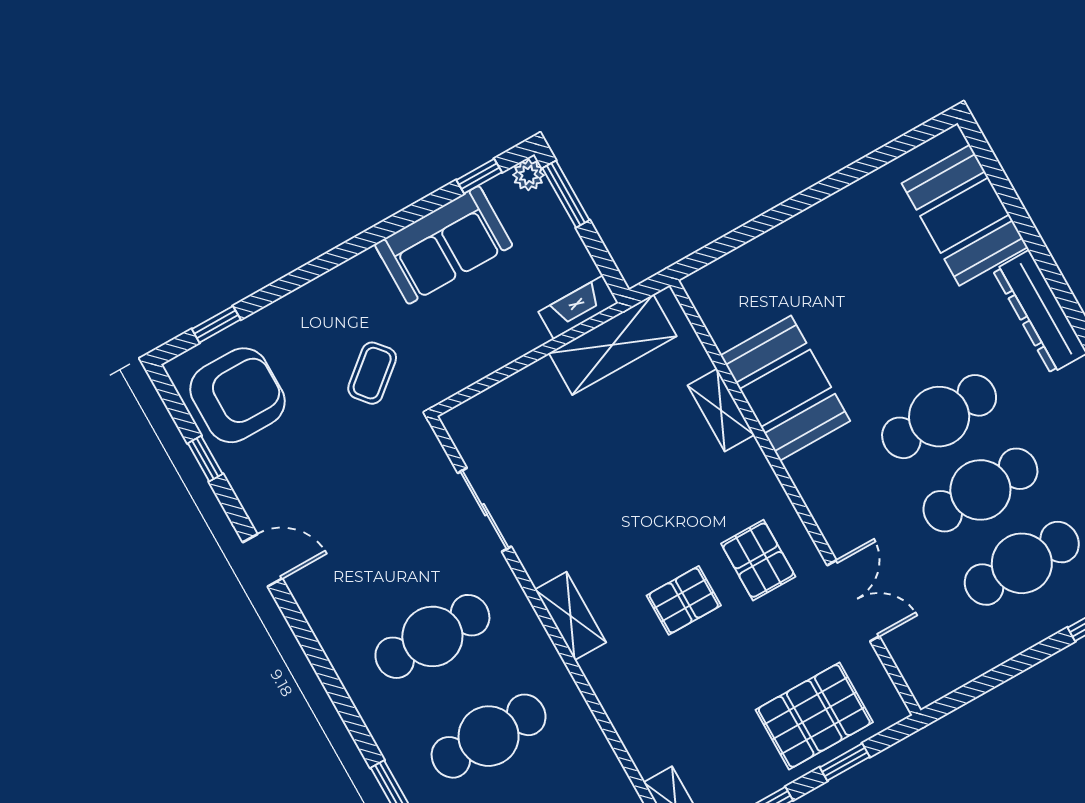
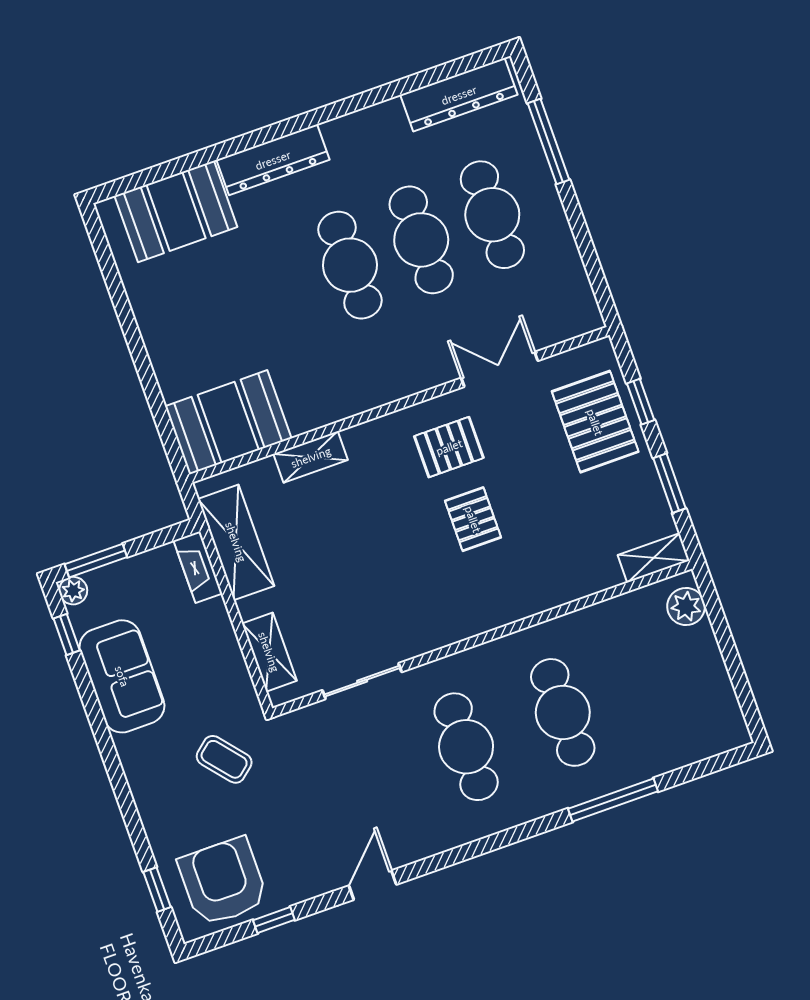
booth: (785, 388) -> (228, 422), moved
shelving: (571, 616) -> (269, 652), moved, turned 90

